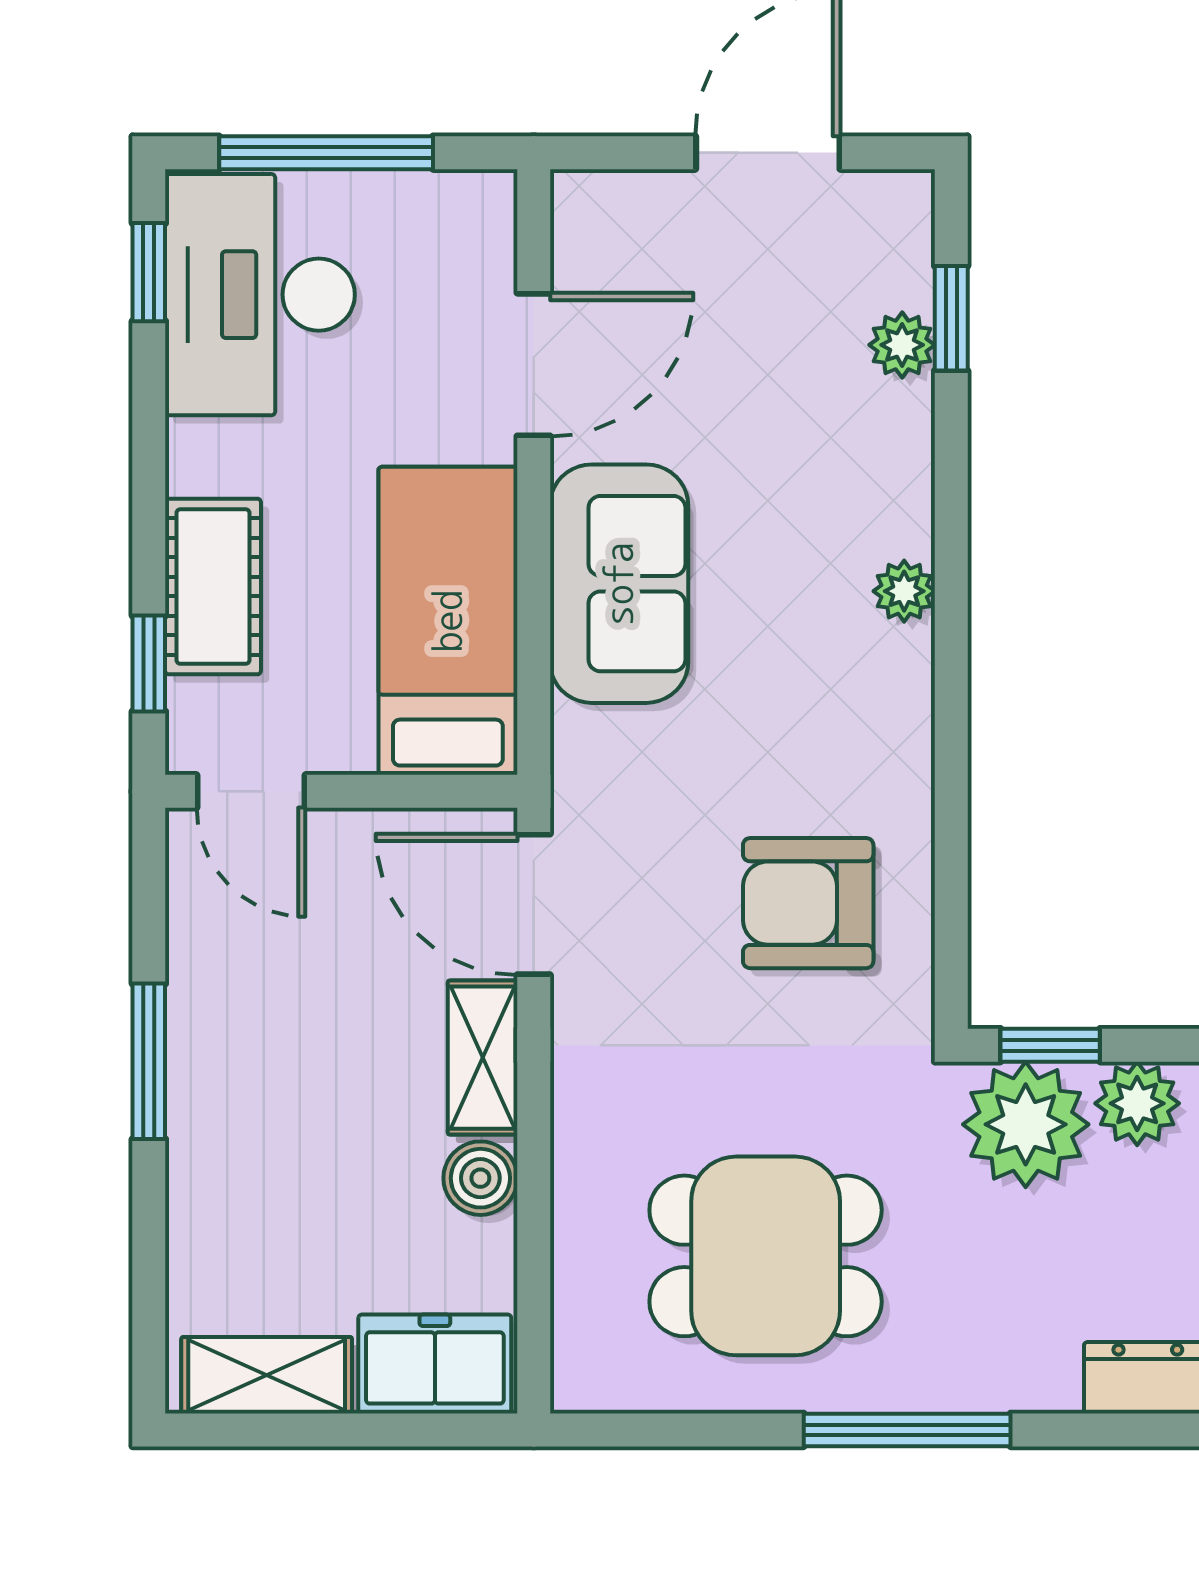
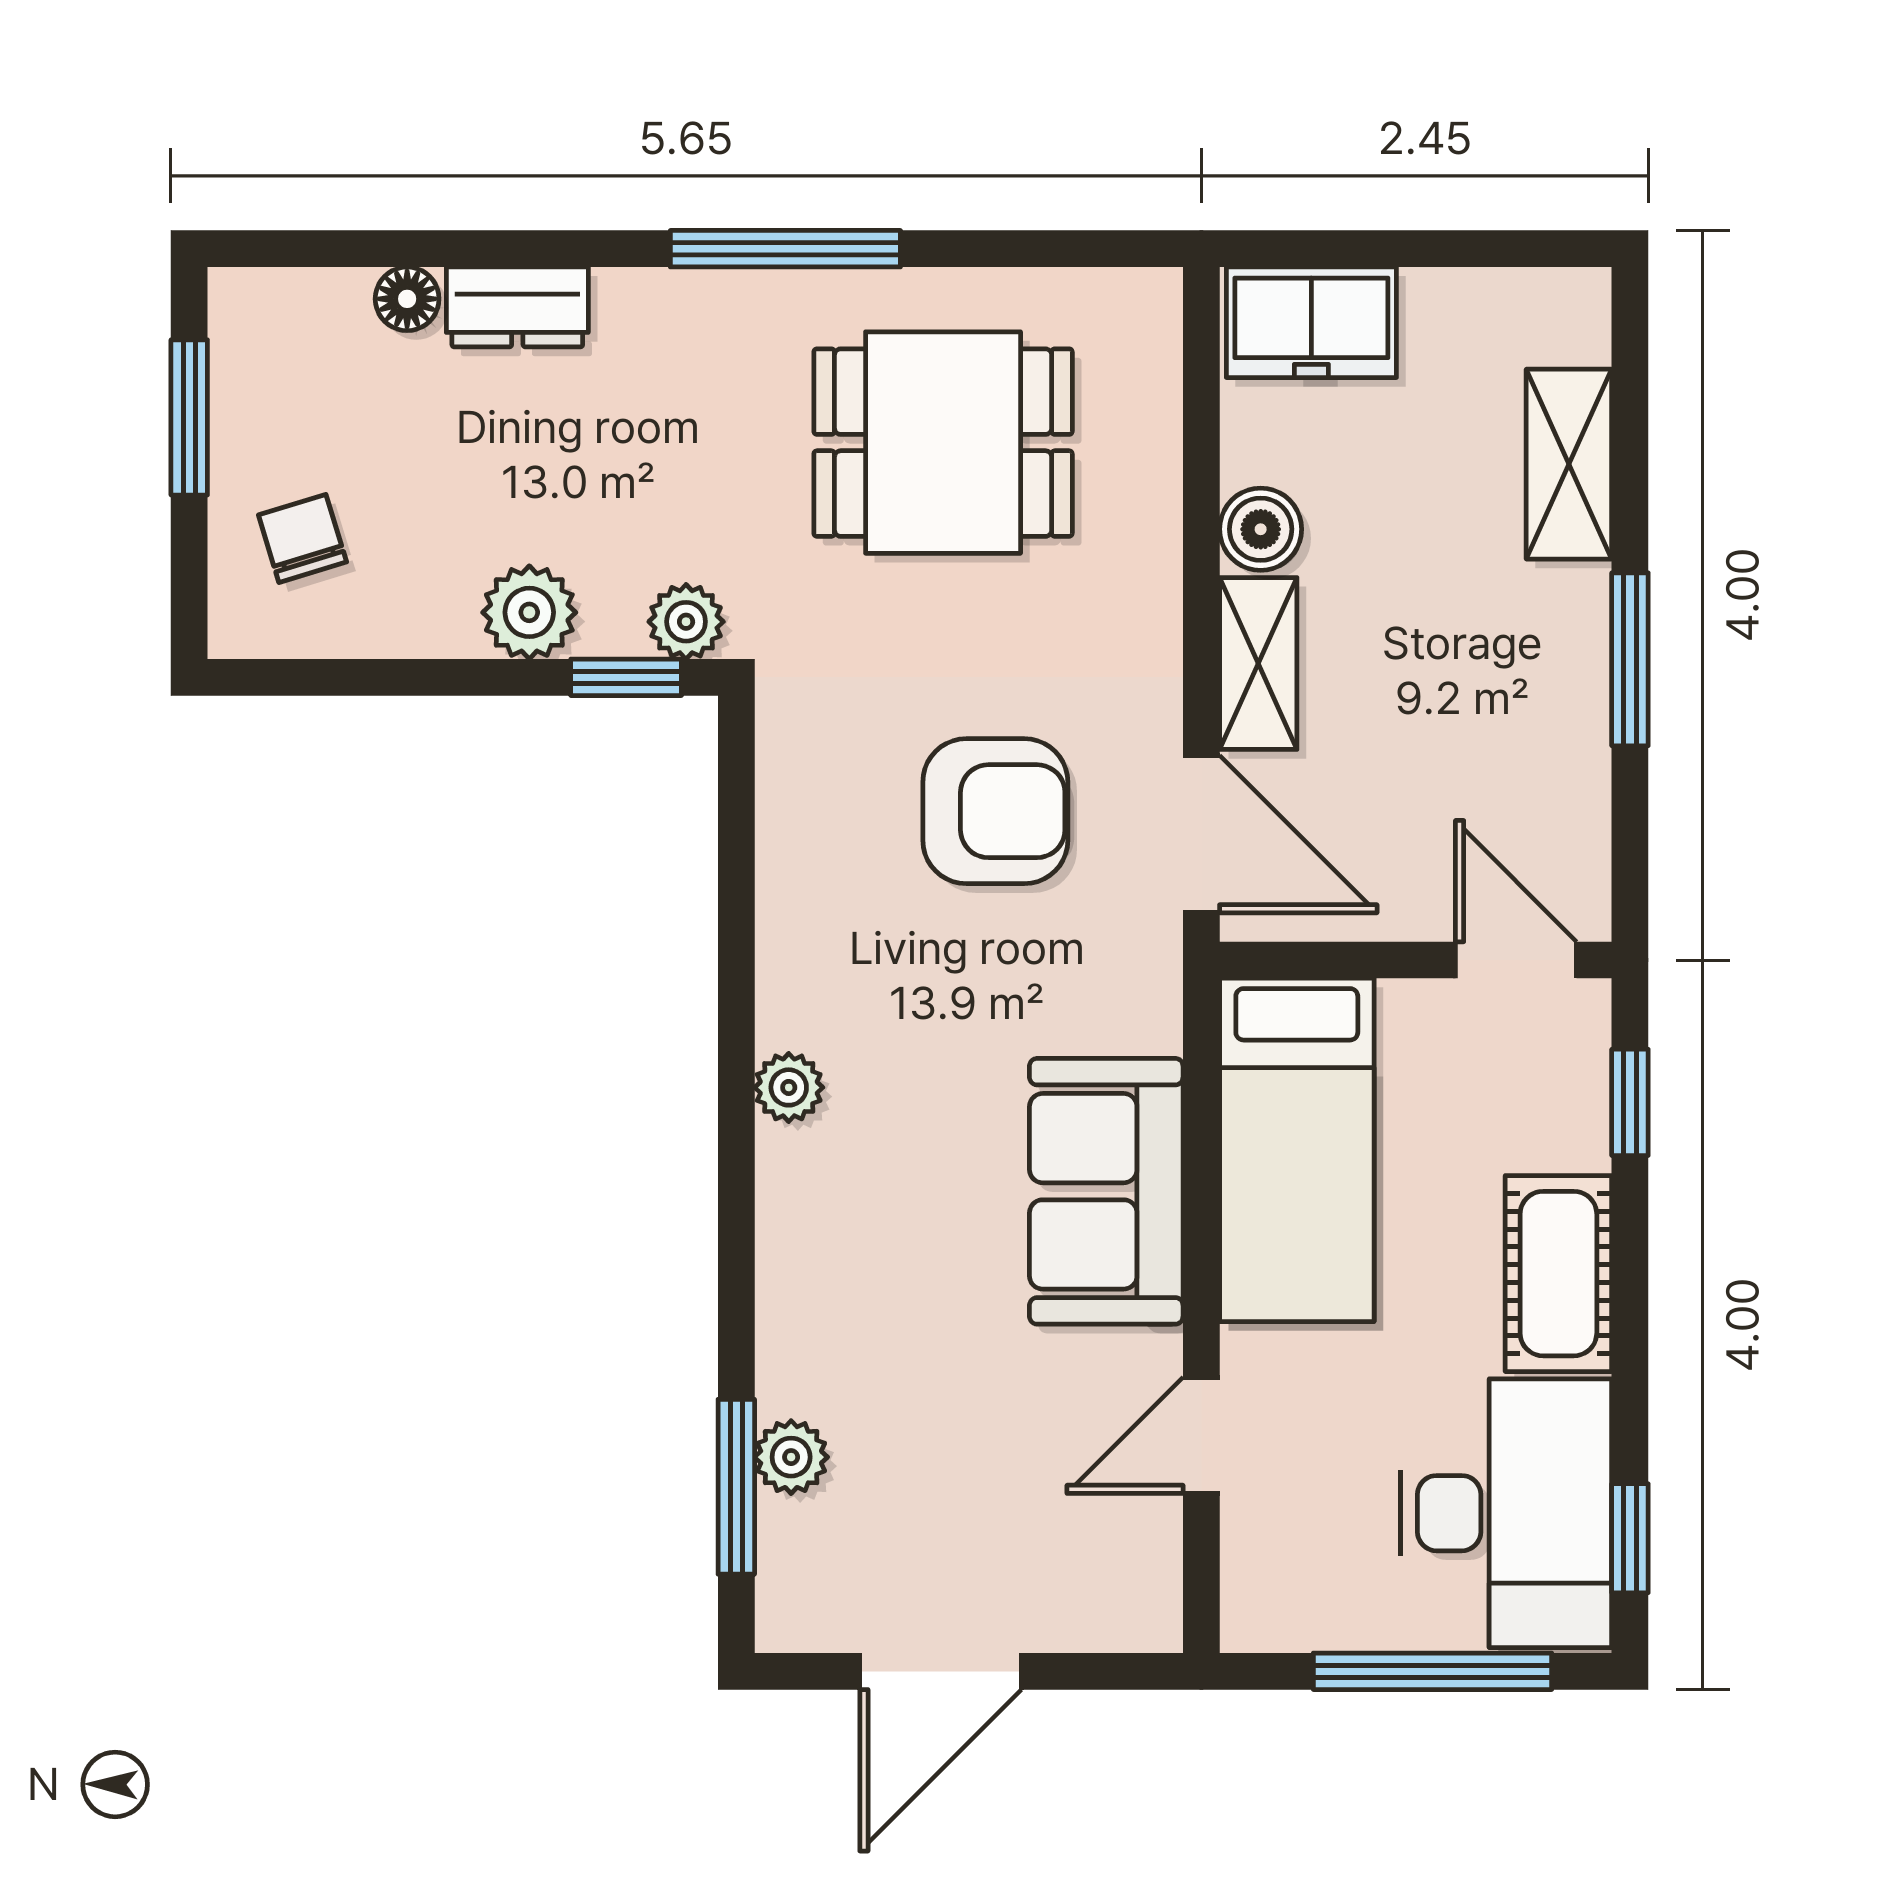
window: (951, 318) -> (736, 1487), width x1.50
door: (534, 365) -> (1201, 1435), width x0.73
cot: (213, 587) -> (1558, 1274), moved
plant: (904, 591) -> (789, 1087), moved
armchair: (808, 903) -> (995, 811), moved
plant: (1026, 1124) -> (686, 622), width x0.53, depth x0.53
shelving: (267, 1375) -> (1569, 464), moved, turned 90

